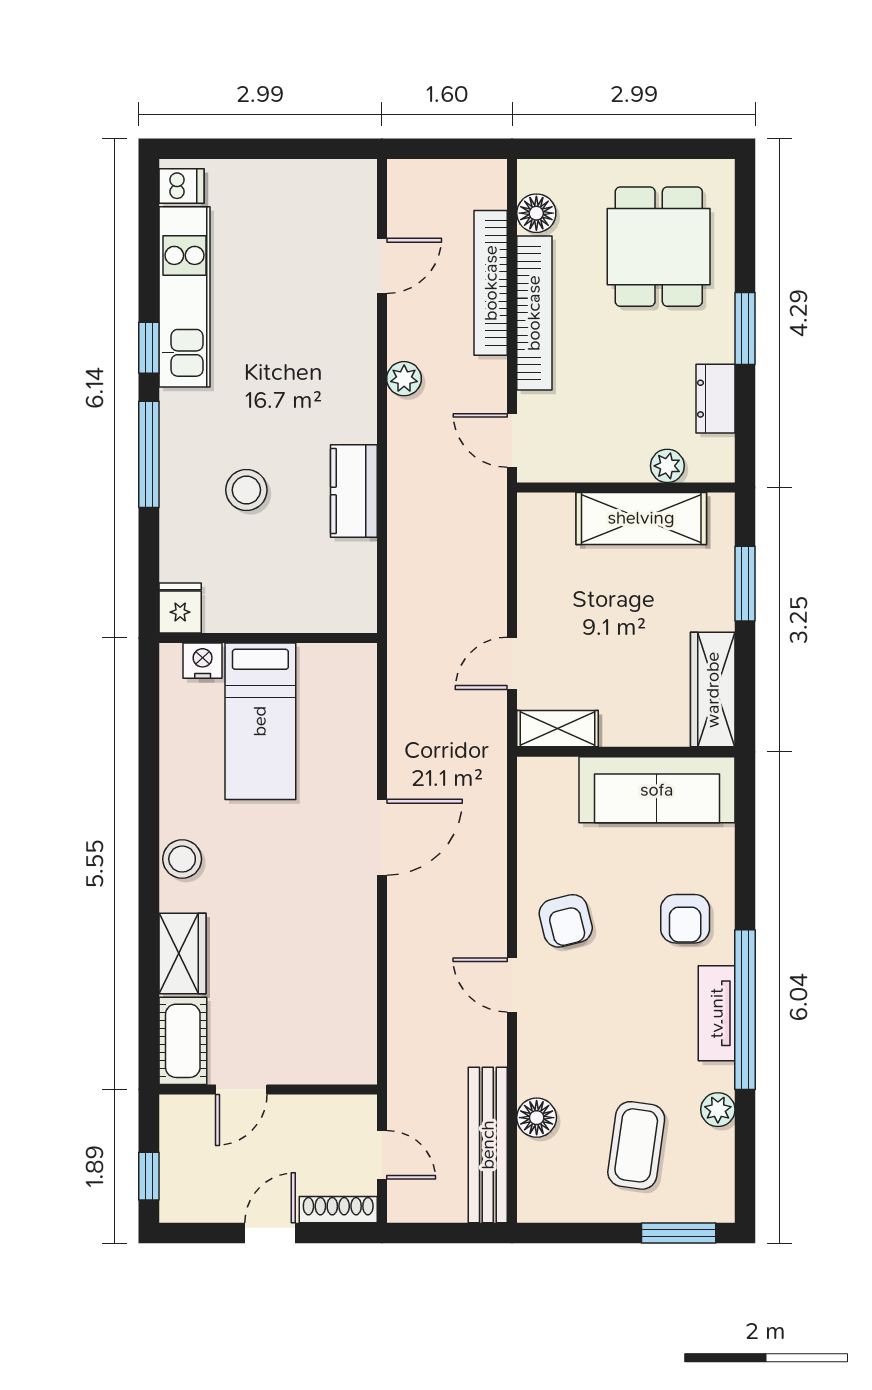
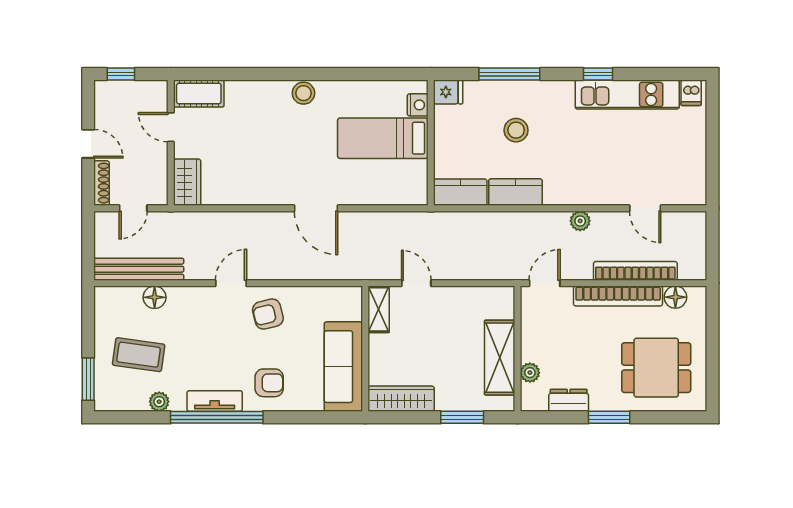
window: (149, 454) -> (509, 74), moved
kitchen counter: (354, 587) -> (460, 192), added
armchair: (685, 919) -> (269, 383), turned 180
wardrobe: (182, 953) -> (187, 182), moved, turned -90

